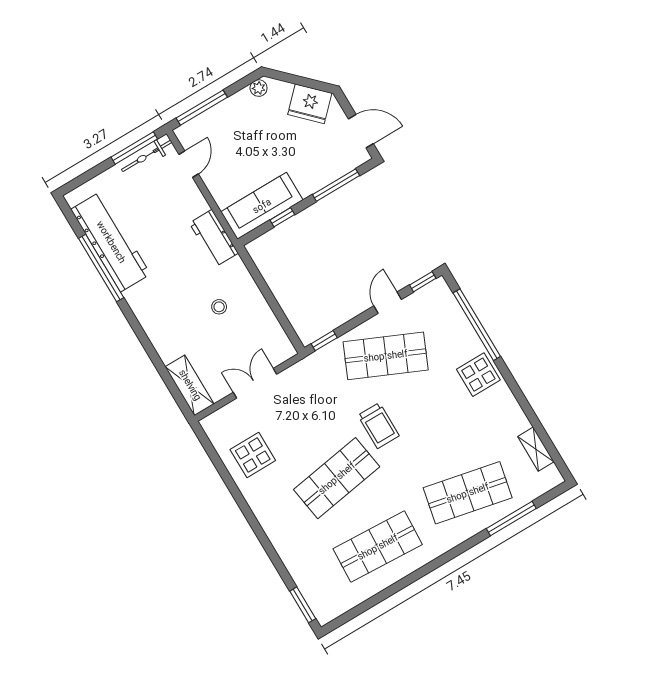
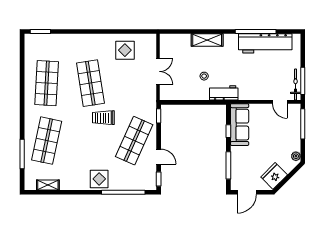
workbench: (214, 238) -> (224, 93), moved
shelving: (190, 385) -> (207, 40), moved

